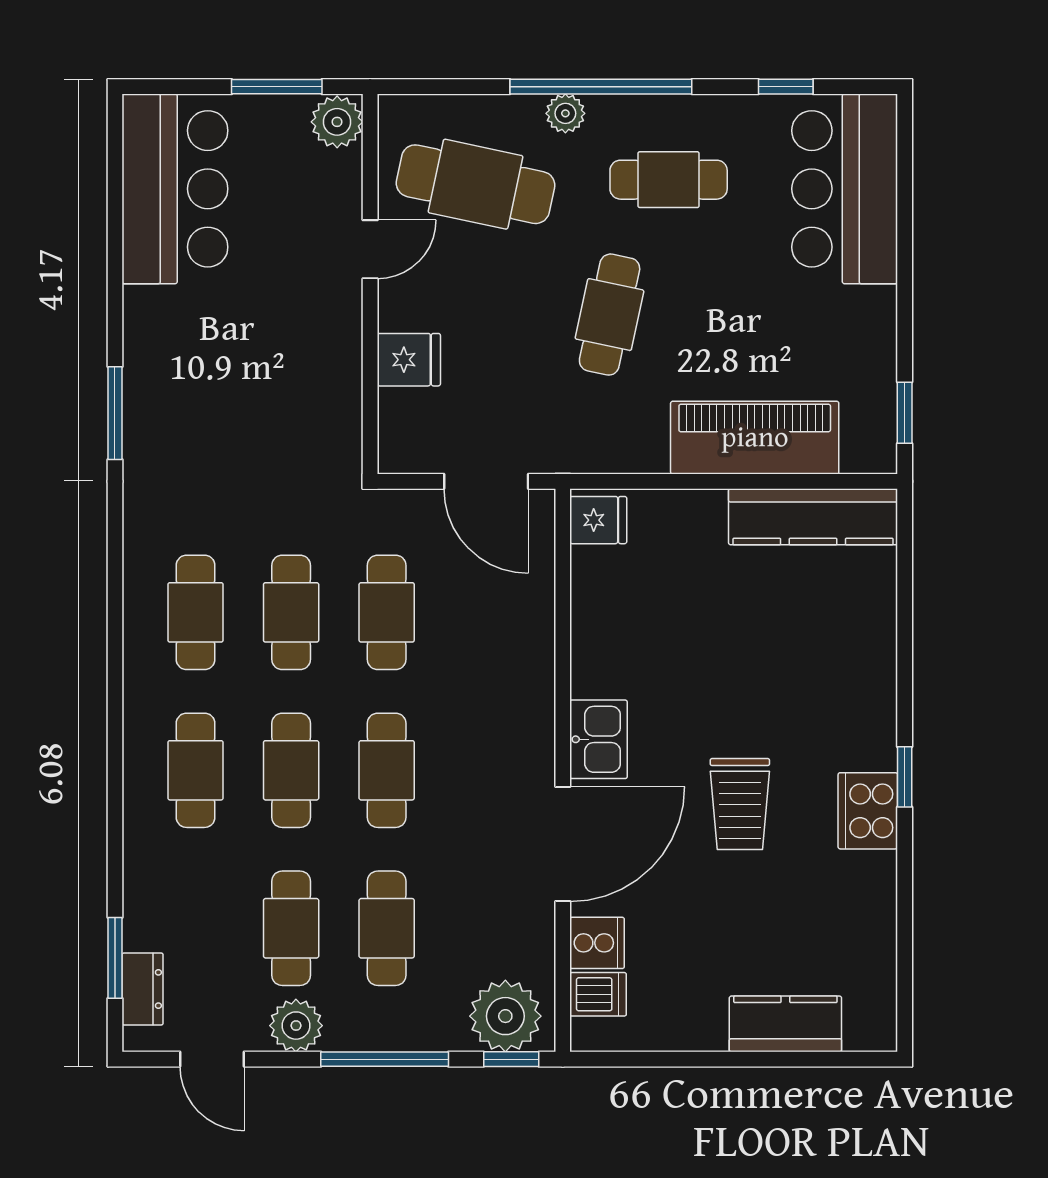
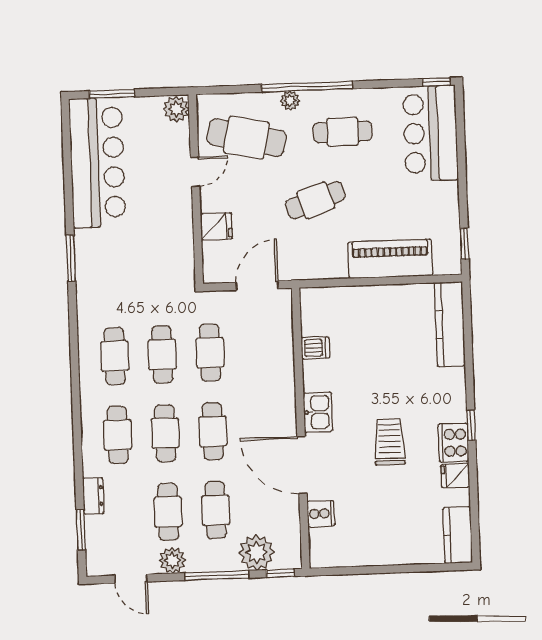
window: (277, 87) -> (112, 94), moved
window: (786, 87) -> (436, 82), moved
bar counter: (175, 189) -> (97, 163), width x1.36
cafe table: (610, 315) -> (316, 200), turned 59
door: (486, 481) -> (257, 286), swing flipped
kitchen counter: (813, 517) -> (450, 324), moved, turned 90
fridge: (598, 520) -> (455, 476), moved, turned 180
trolley: (740, 804) -> (390, 442), turned 180
door: (563, 844) -> (302, 465), swing flipped
dresser: (143, 989) -> (93, 496), moved
dishwasher: (598, 994) -> (315, 348), moved
plant: (505, 1016) -> (257, 552), moved
kitchen counter: (785, 1024) -> (458, 535), moved, turned -90

